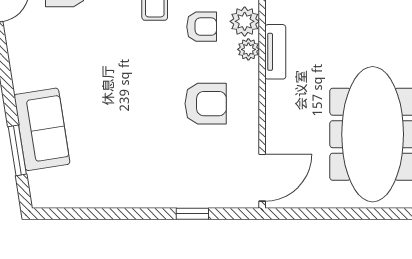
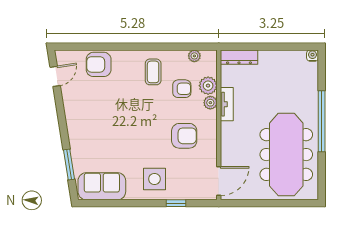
sofa: (42, 129) -> (102, 186), moved, turned -81
side table: (157, 174) -> (154, 179), added

